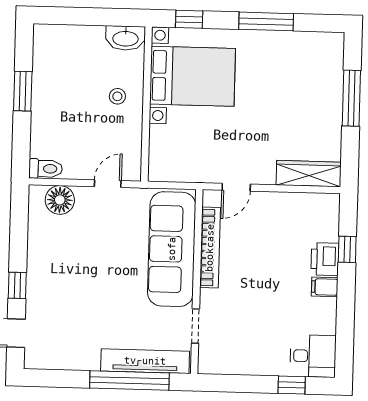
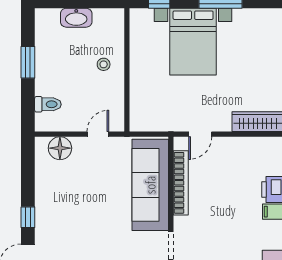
washbasin: (126, 38) -> (76, 18), moved
bed with nightstands: (193, 76) -> (193, 42), moved, turned 90
toilet: (46, 169) -> (48, 104), moved

